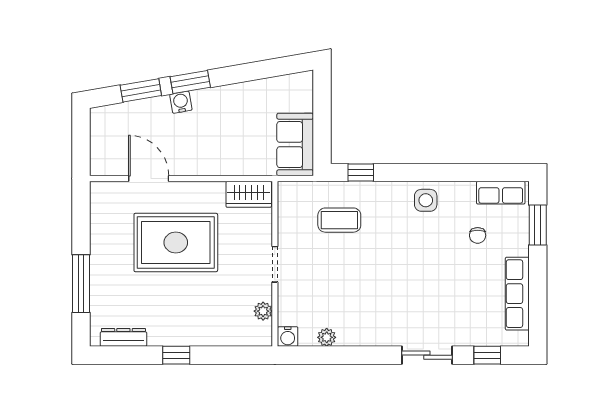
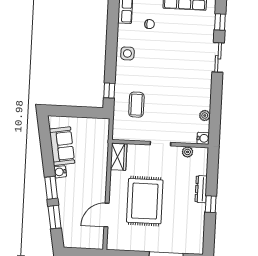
water cooler: (181, 102) -> (60, 172), moved
sofa: (295, 145) -> (62, 146), moved, turned -100
dresser: (123, 337) -> (201, 189), moved

